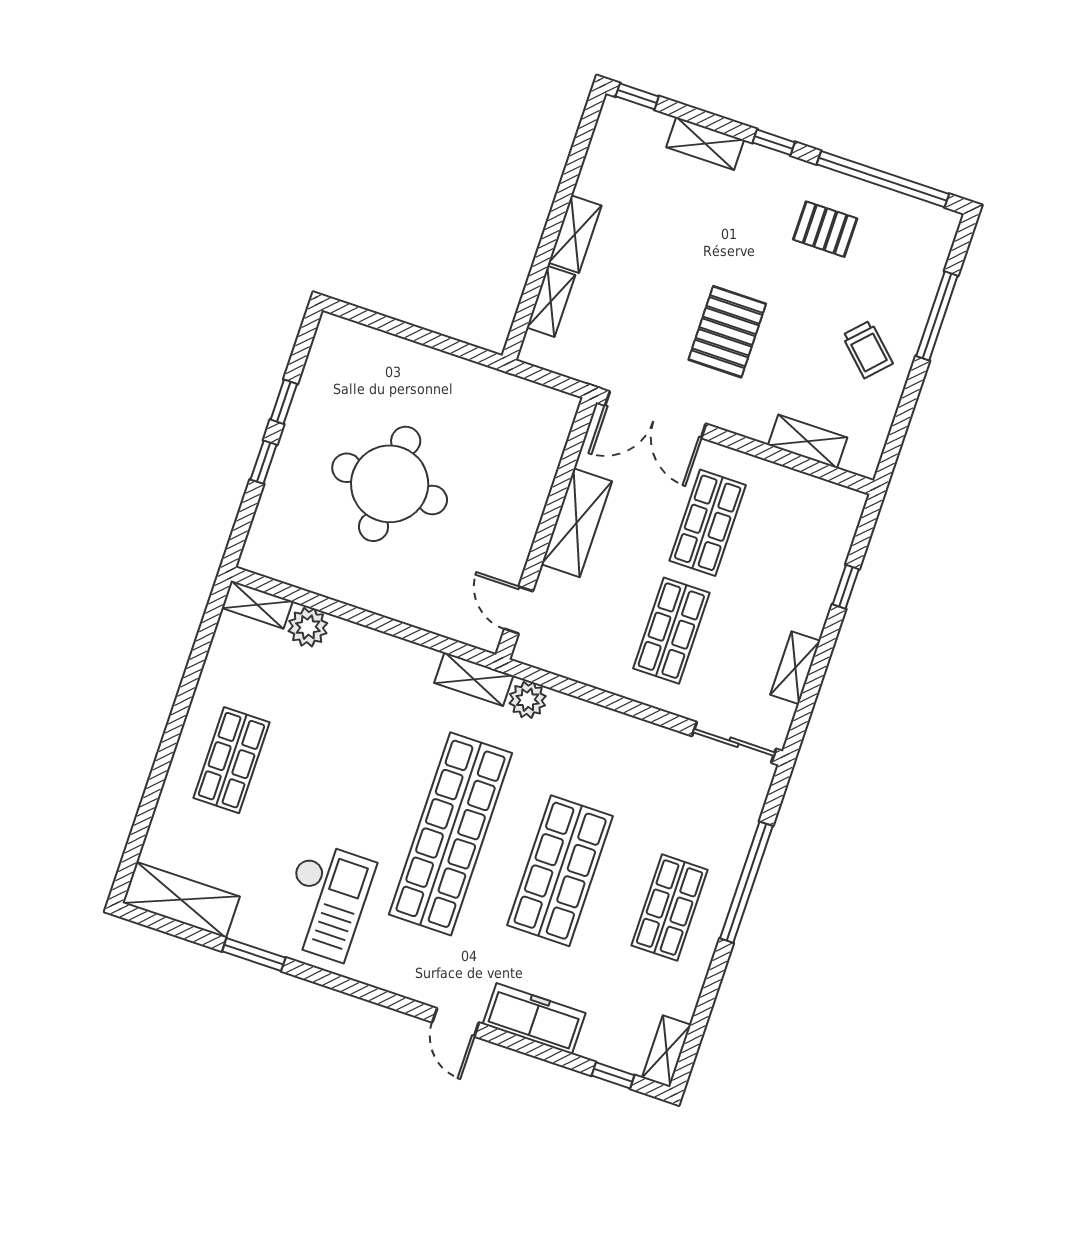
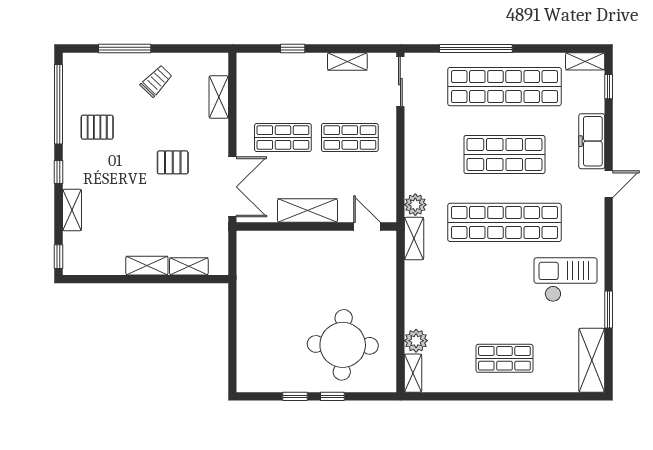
pallet: (825, 229) -> (97, 127), turned 90
pallet: (727, 332) -> (173, 162), width x0.67, depth x0.71
round table: (390, 484) -> (343, 345), moved
door: (519, 610) -> (367, 226), swing flipped
shop shelf: (670, 908) -> (504, 87), width x2.00, depth x1.36

